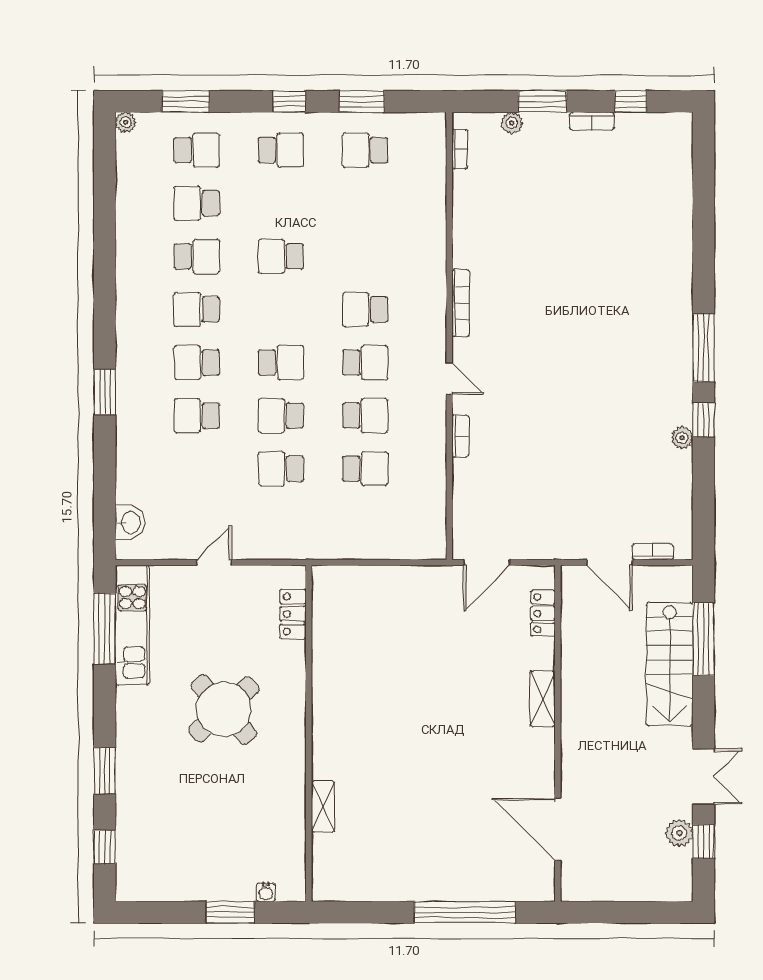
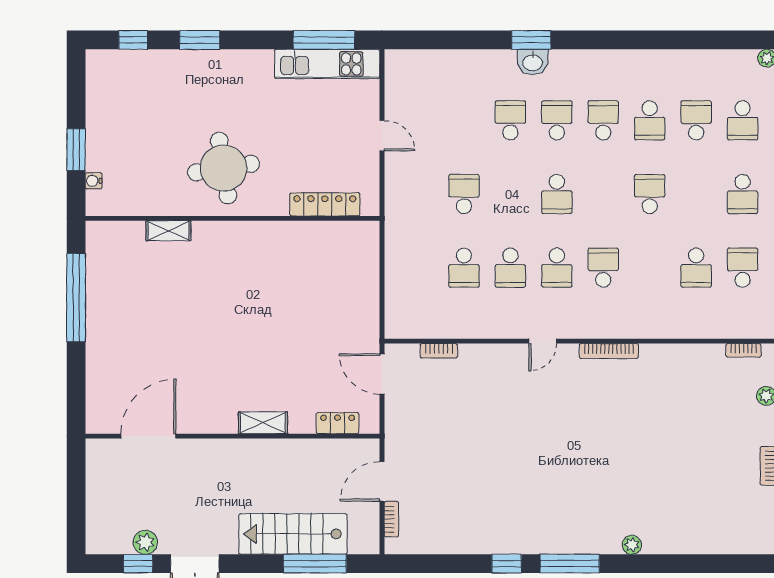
school desk: (281, 416) -> (696, 268), moved, turned 180
bookcase: (460, 436) -> (439, 351), moved
plant: (682, 438) -> (632, 545), moved
washbasin: (130, 523) -> (533, 62), moved
locker: (293, 614) -> (325, 204), width x1.53
round table: (224, 709) -> (224, 168), moved, turned 33
window: (465, 912) -> (76, 298), moved

